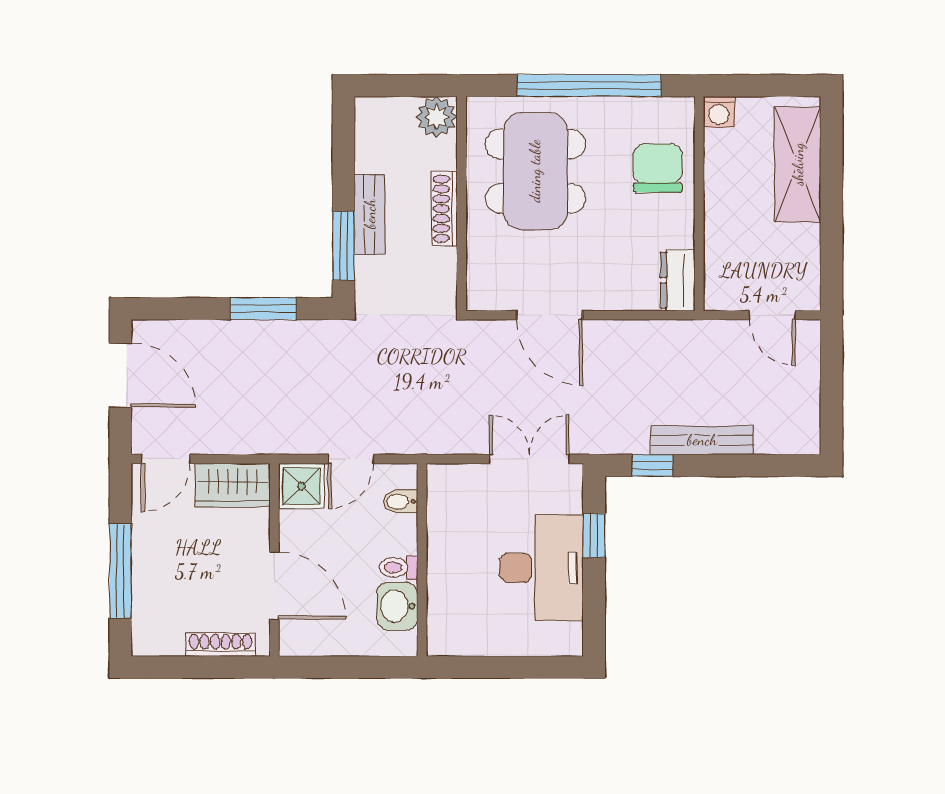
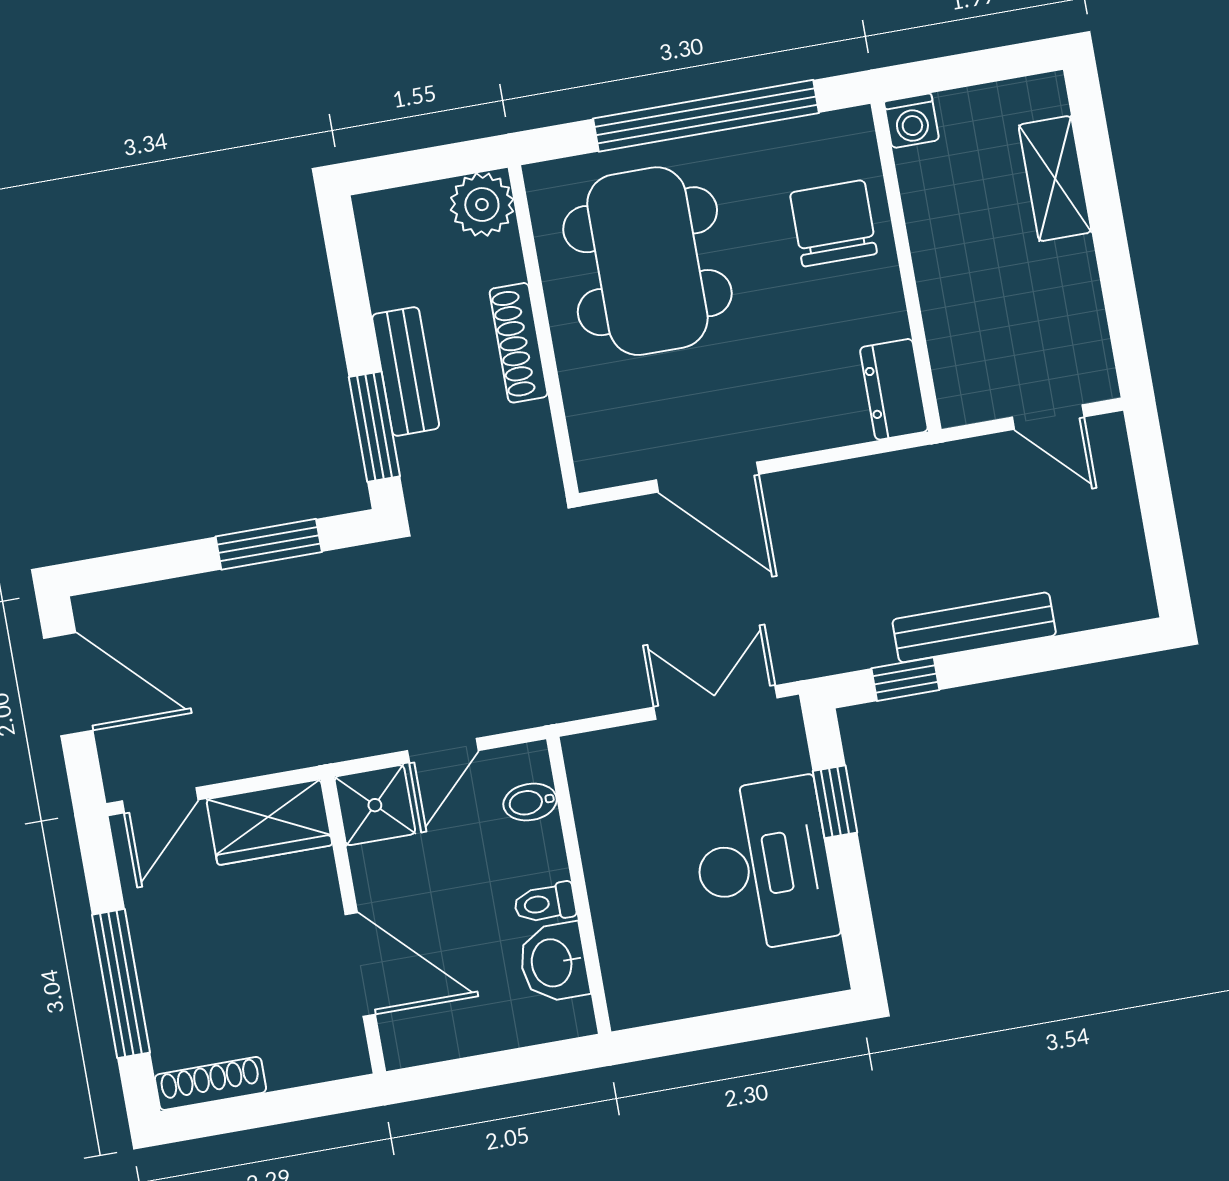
shelving: (798, 164) -> (1055, 179), width x0.67, depth x0.75
shoe rack: (220, 644) -> (210, 1083), moved

